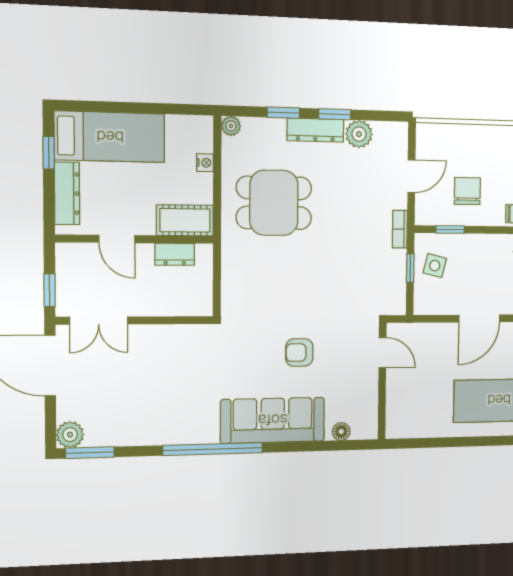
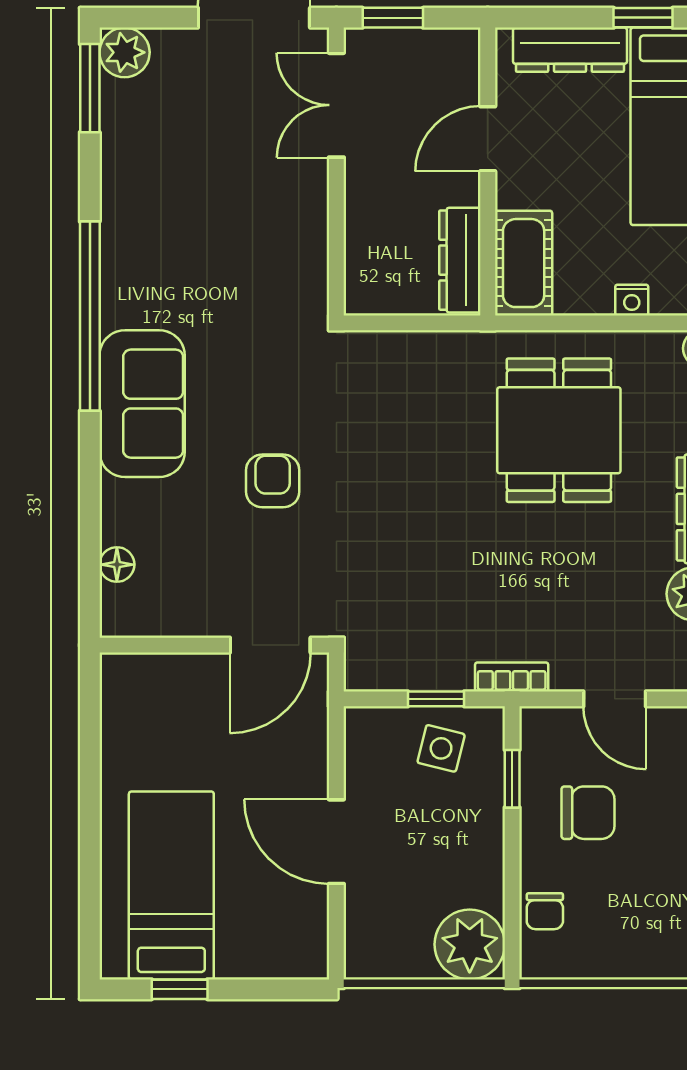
dresser: (175, 254) -> (460, 260), width x1.44
door: (382, 353) -> (270, 645), width x1.38
sofa: (273, 420) -> (142, 404), width x0.73

